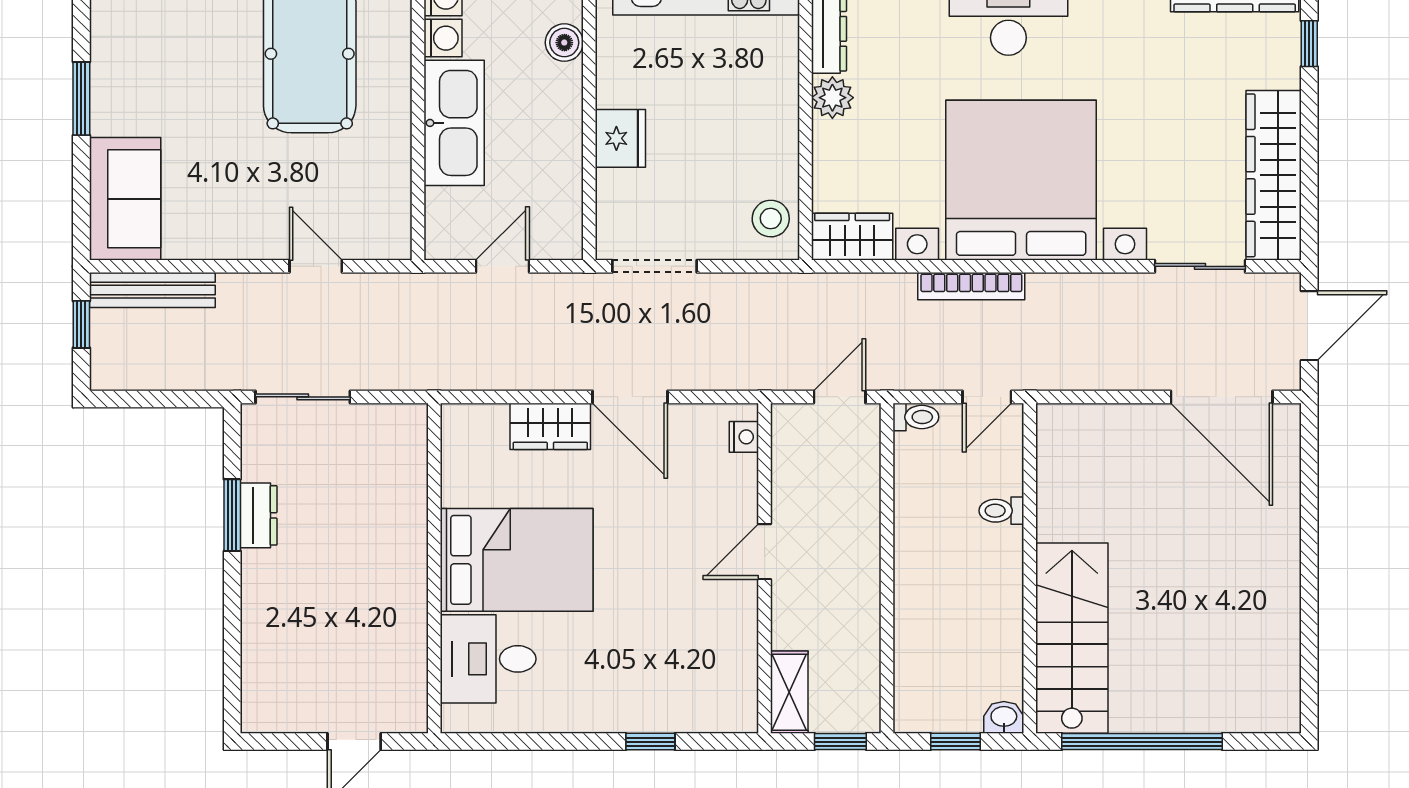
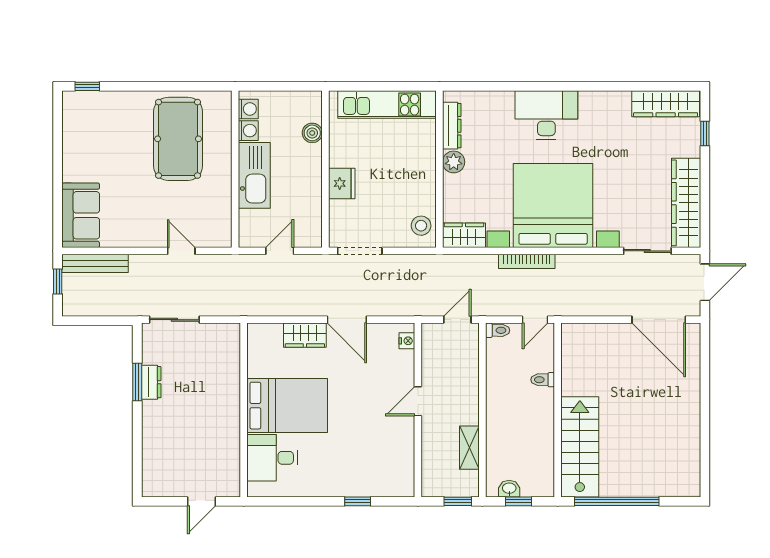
window: (81, 99) -> (58, 162), removed
shelving: (789, 692) -> (469, 448), moved
washbasin: (1004, 717) -> (509, 489), moved

